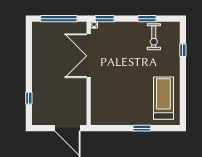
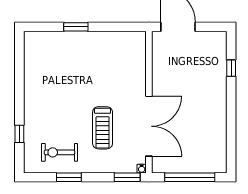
exercise bike: (154, 37) -> (59, 152), turned -90
treadmill: (163, 98) -> (103, 128), moved, width x0.73, depth x0.73

